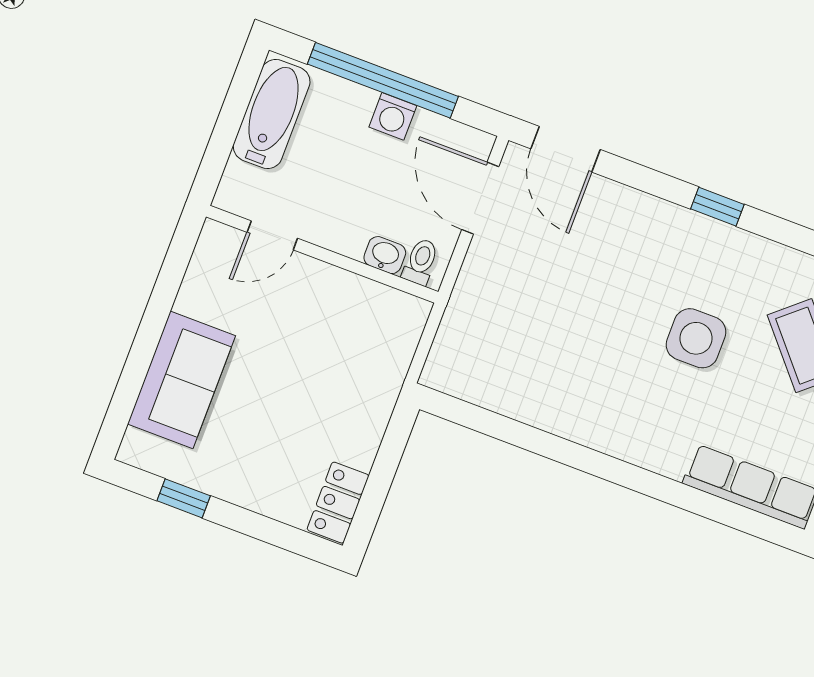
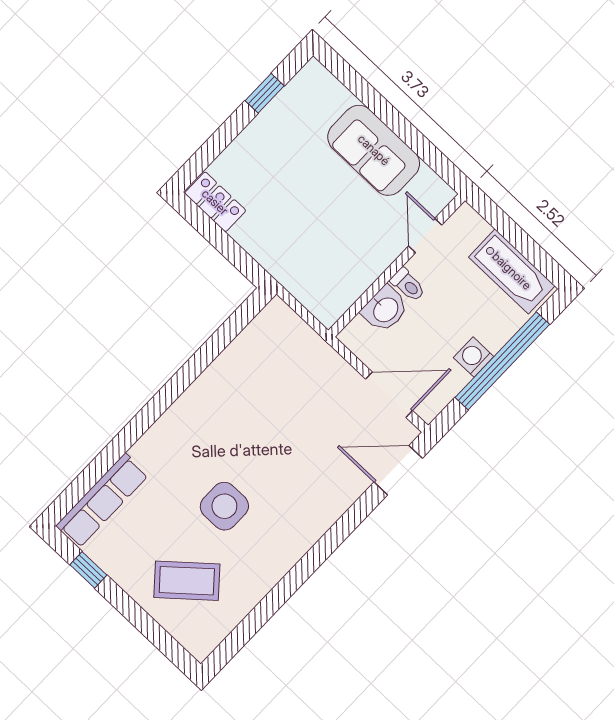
window: (717, 207) -> (312, 561), removed
washbasin: (385, 255) -> (385, 309), width x1.38, depth x1.45
toilet: (421, 262) -> (408, 285), moved
sofa: (182, 380) -> (374, 150), moved

